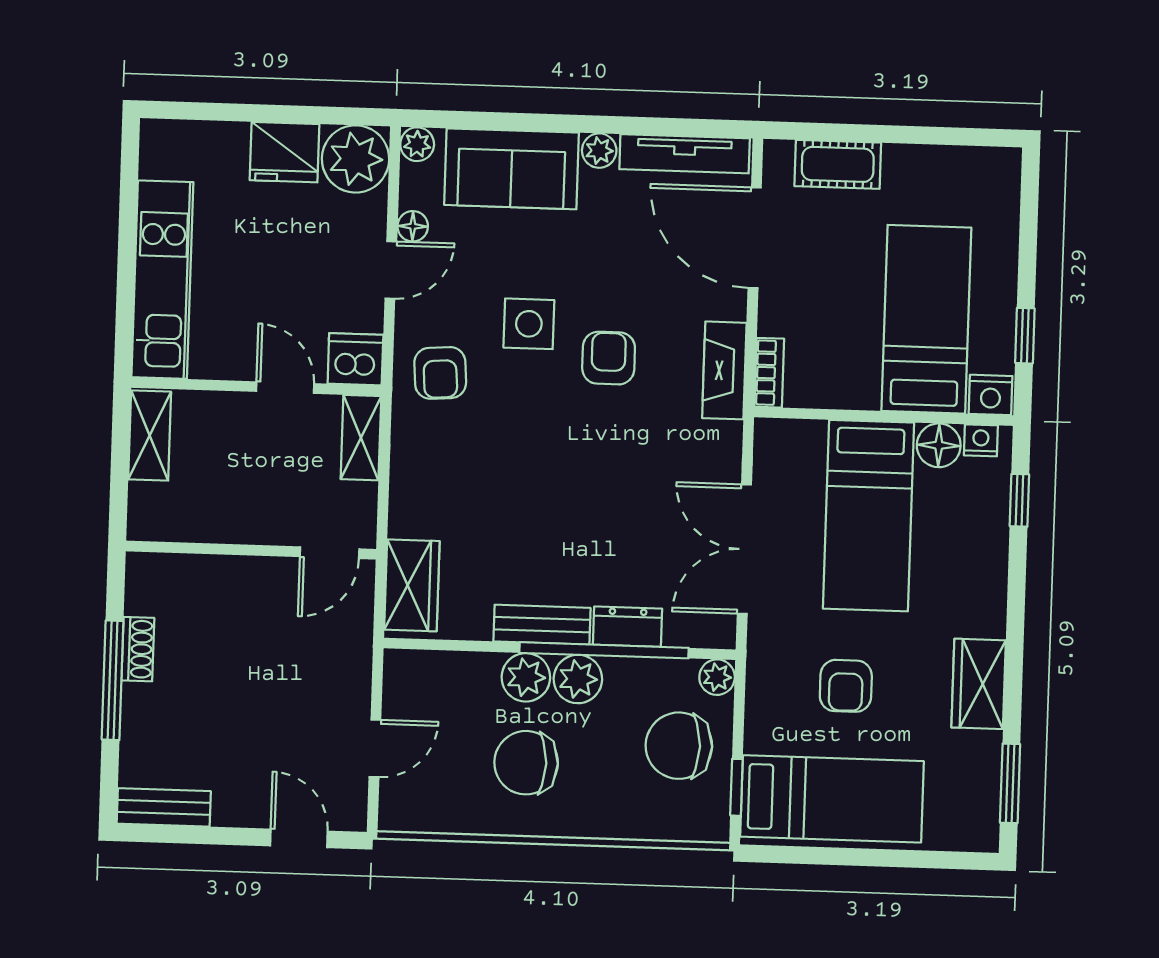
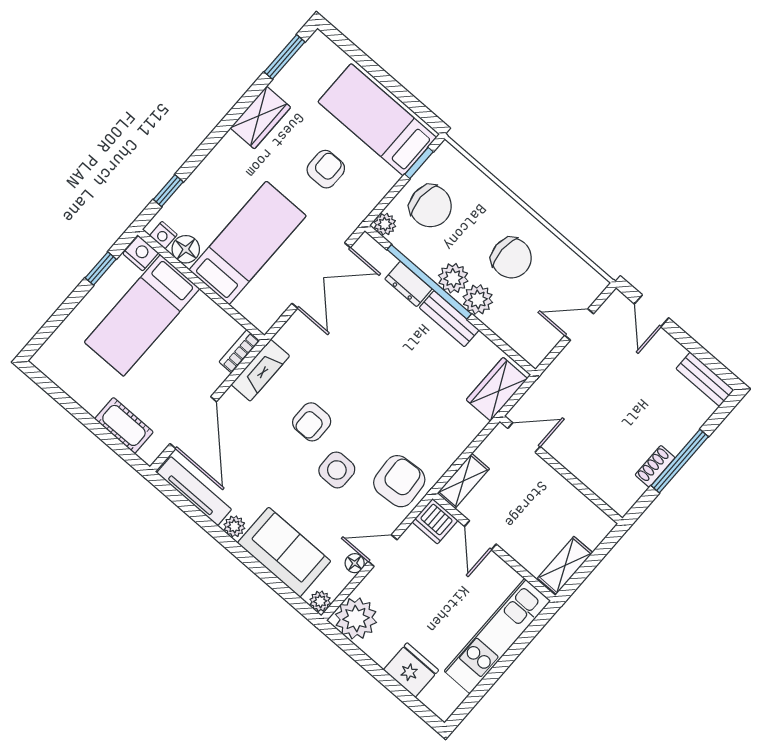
fridge: (285, 152) -> (411, 670), moved
armchair: (440, 373) -> (399, 481), width x1.38, depth x1.38

